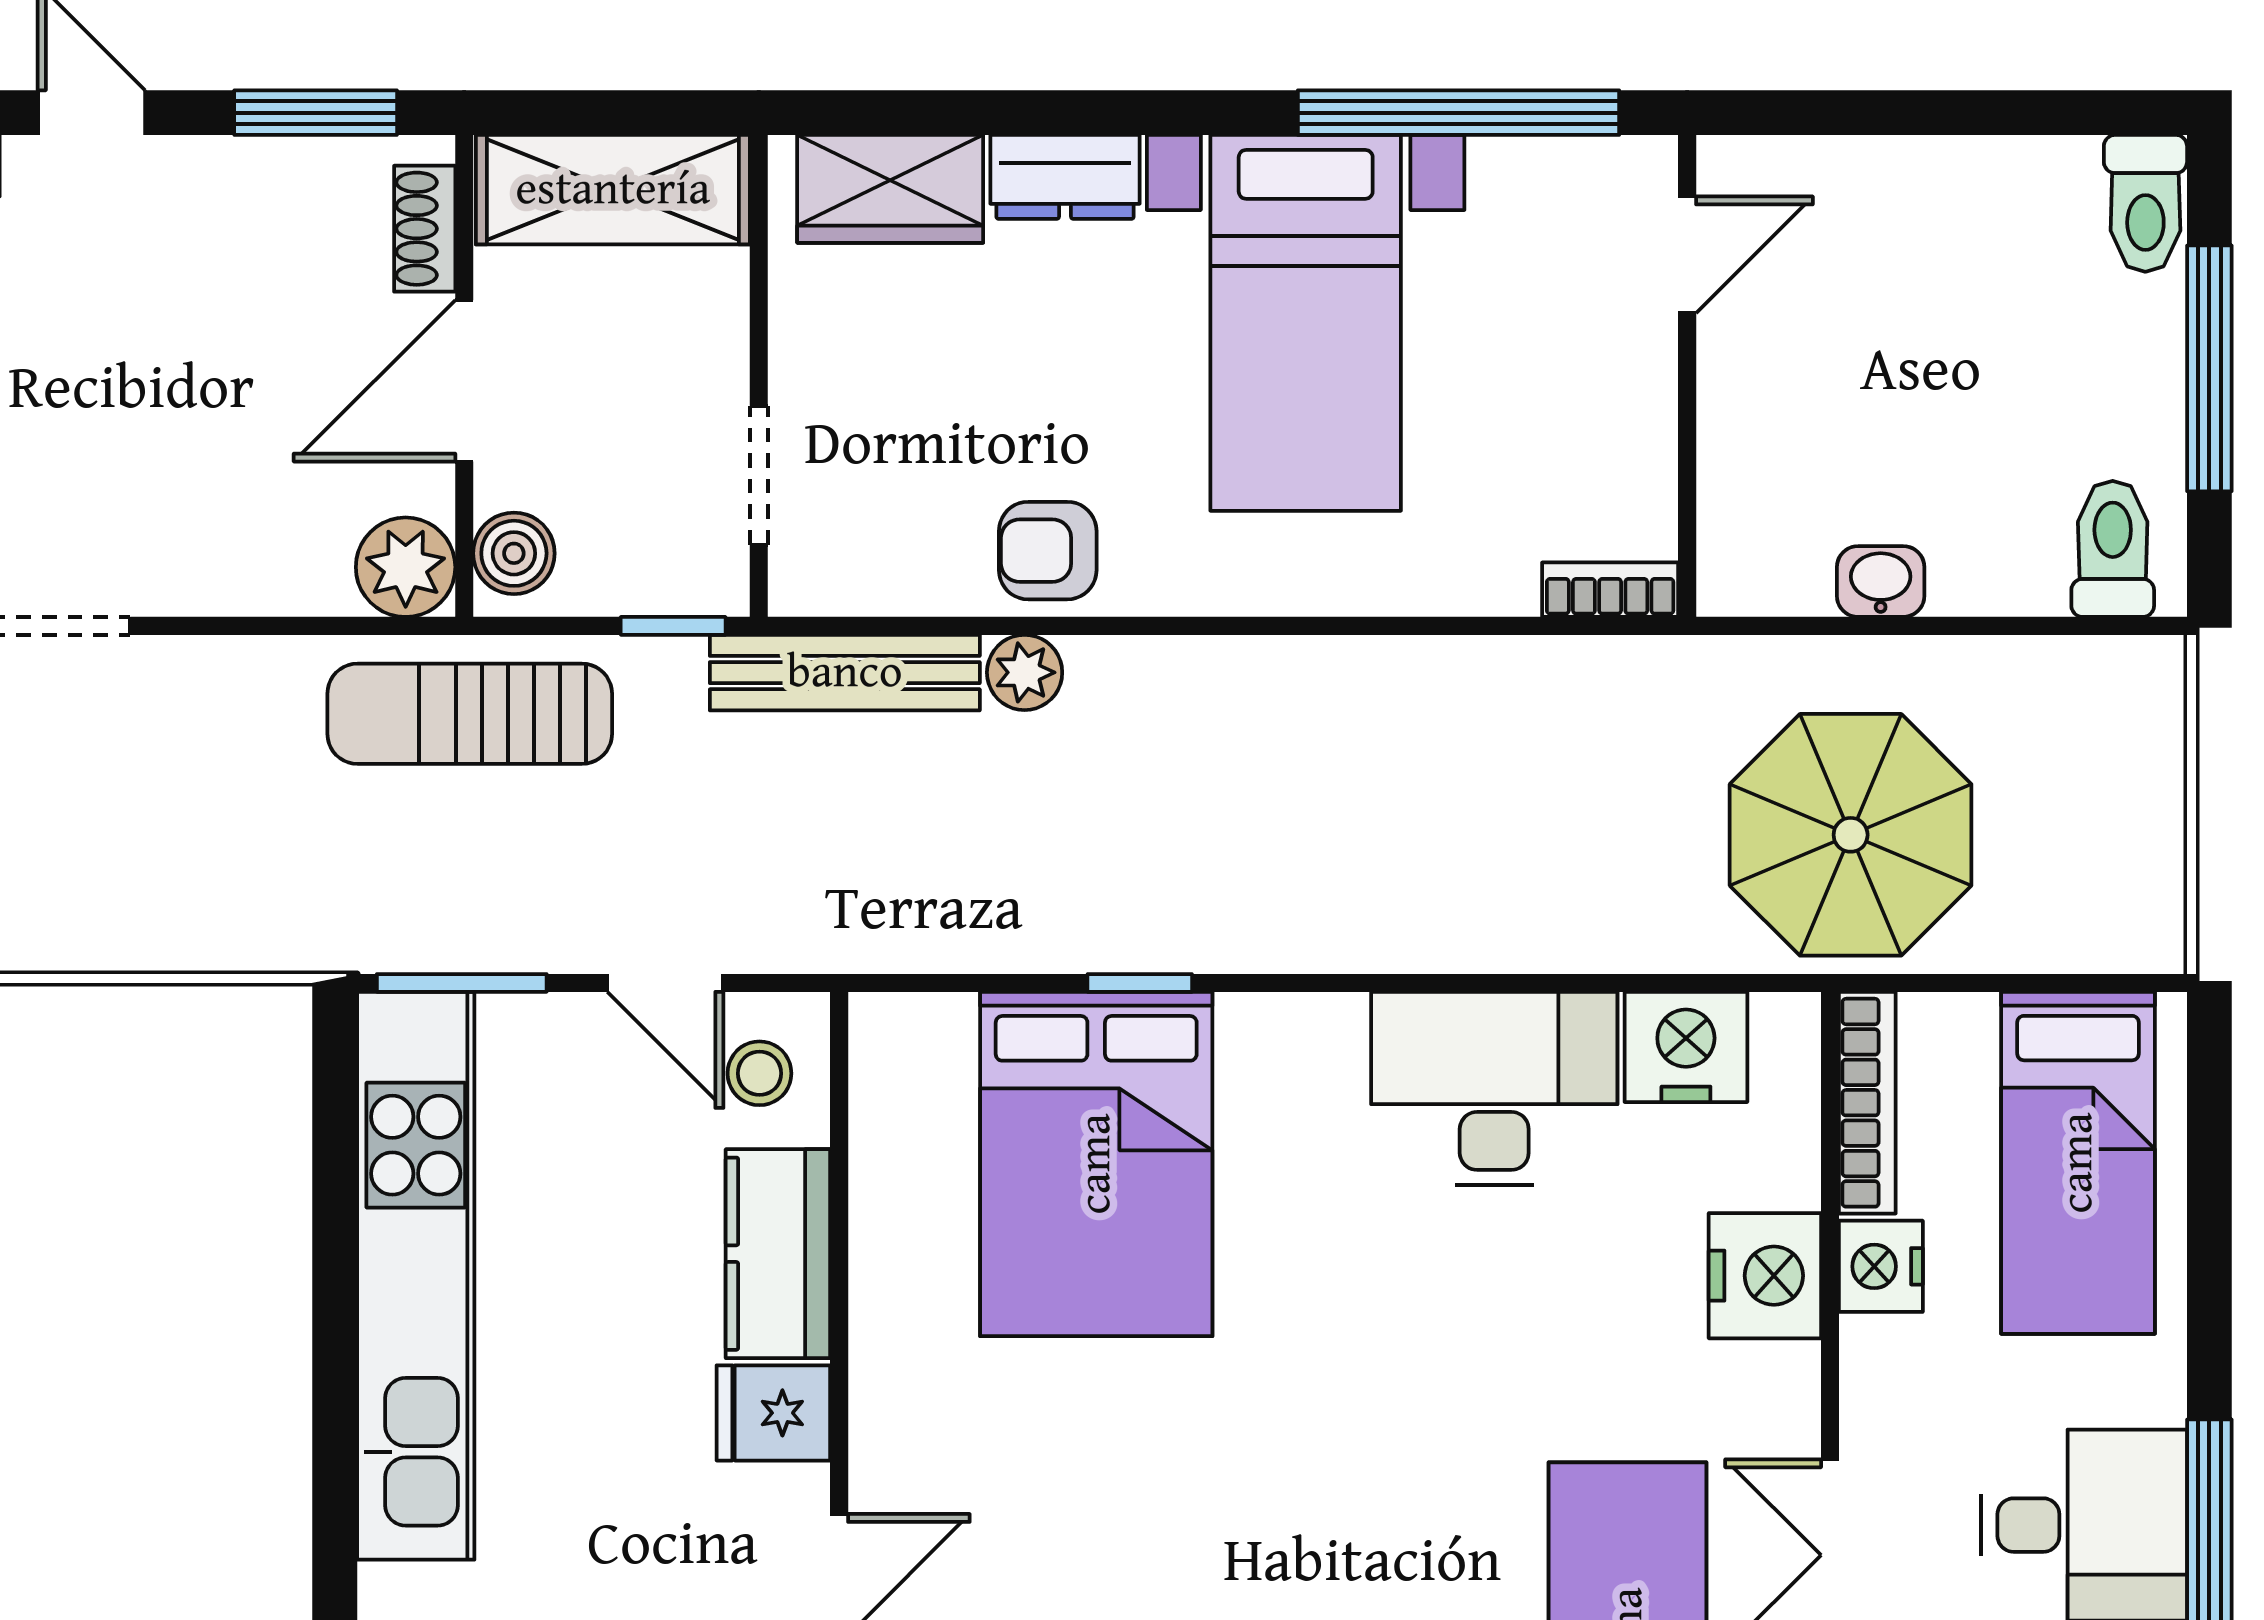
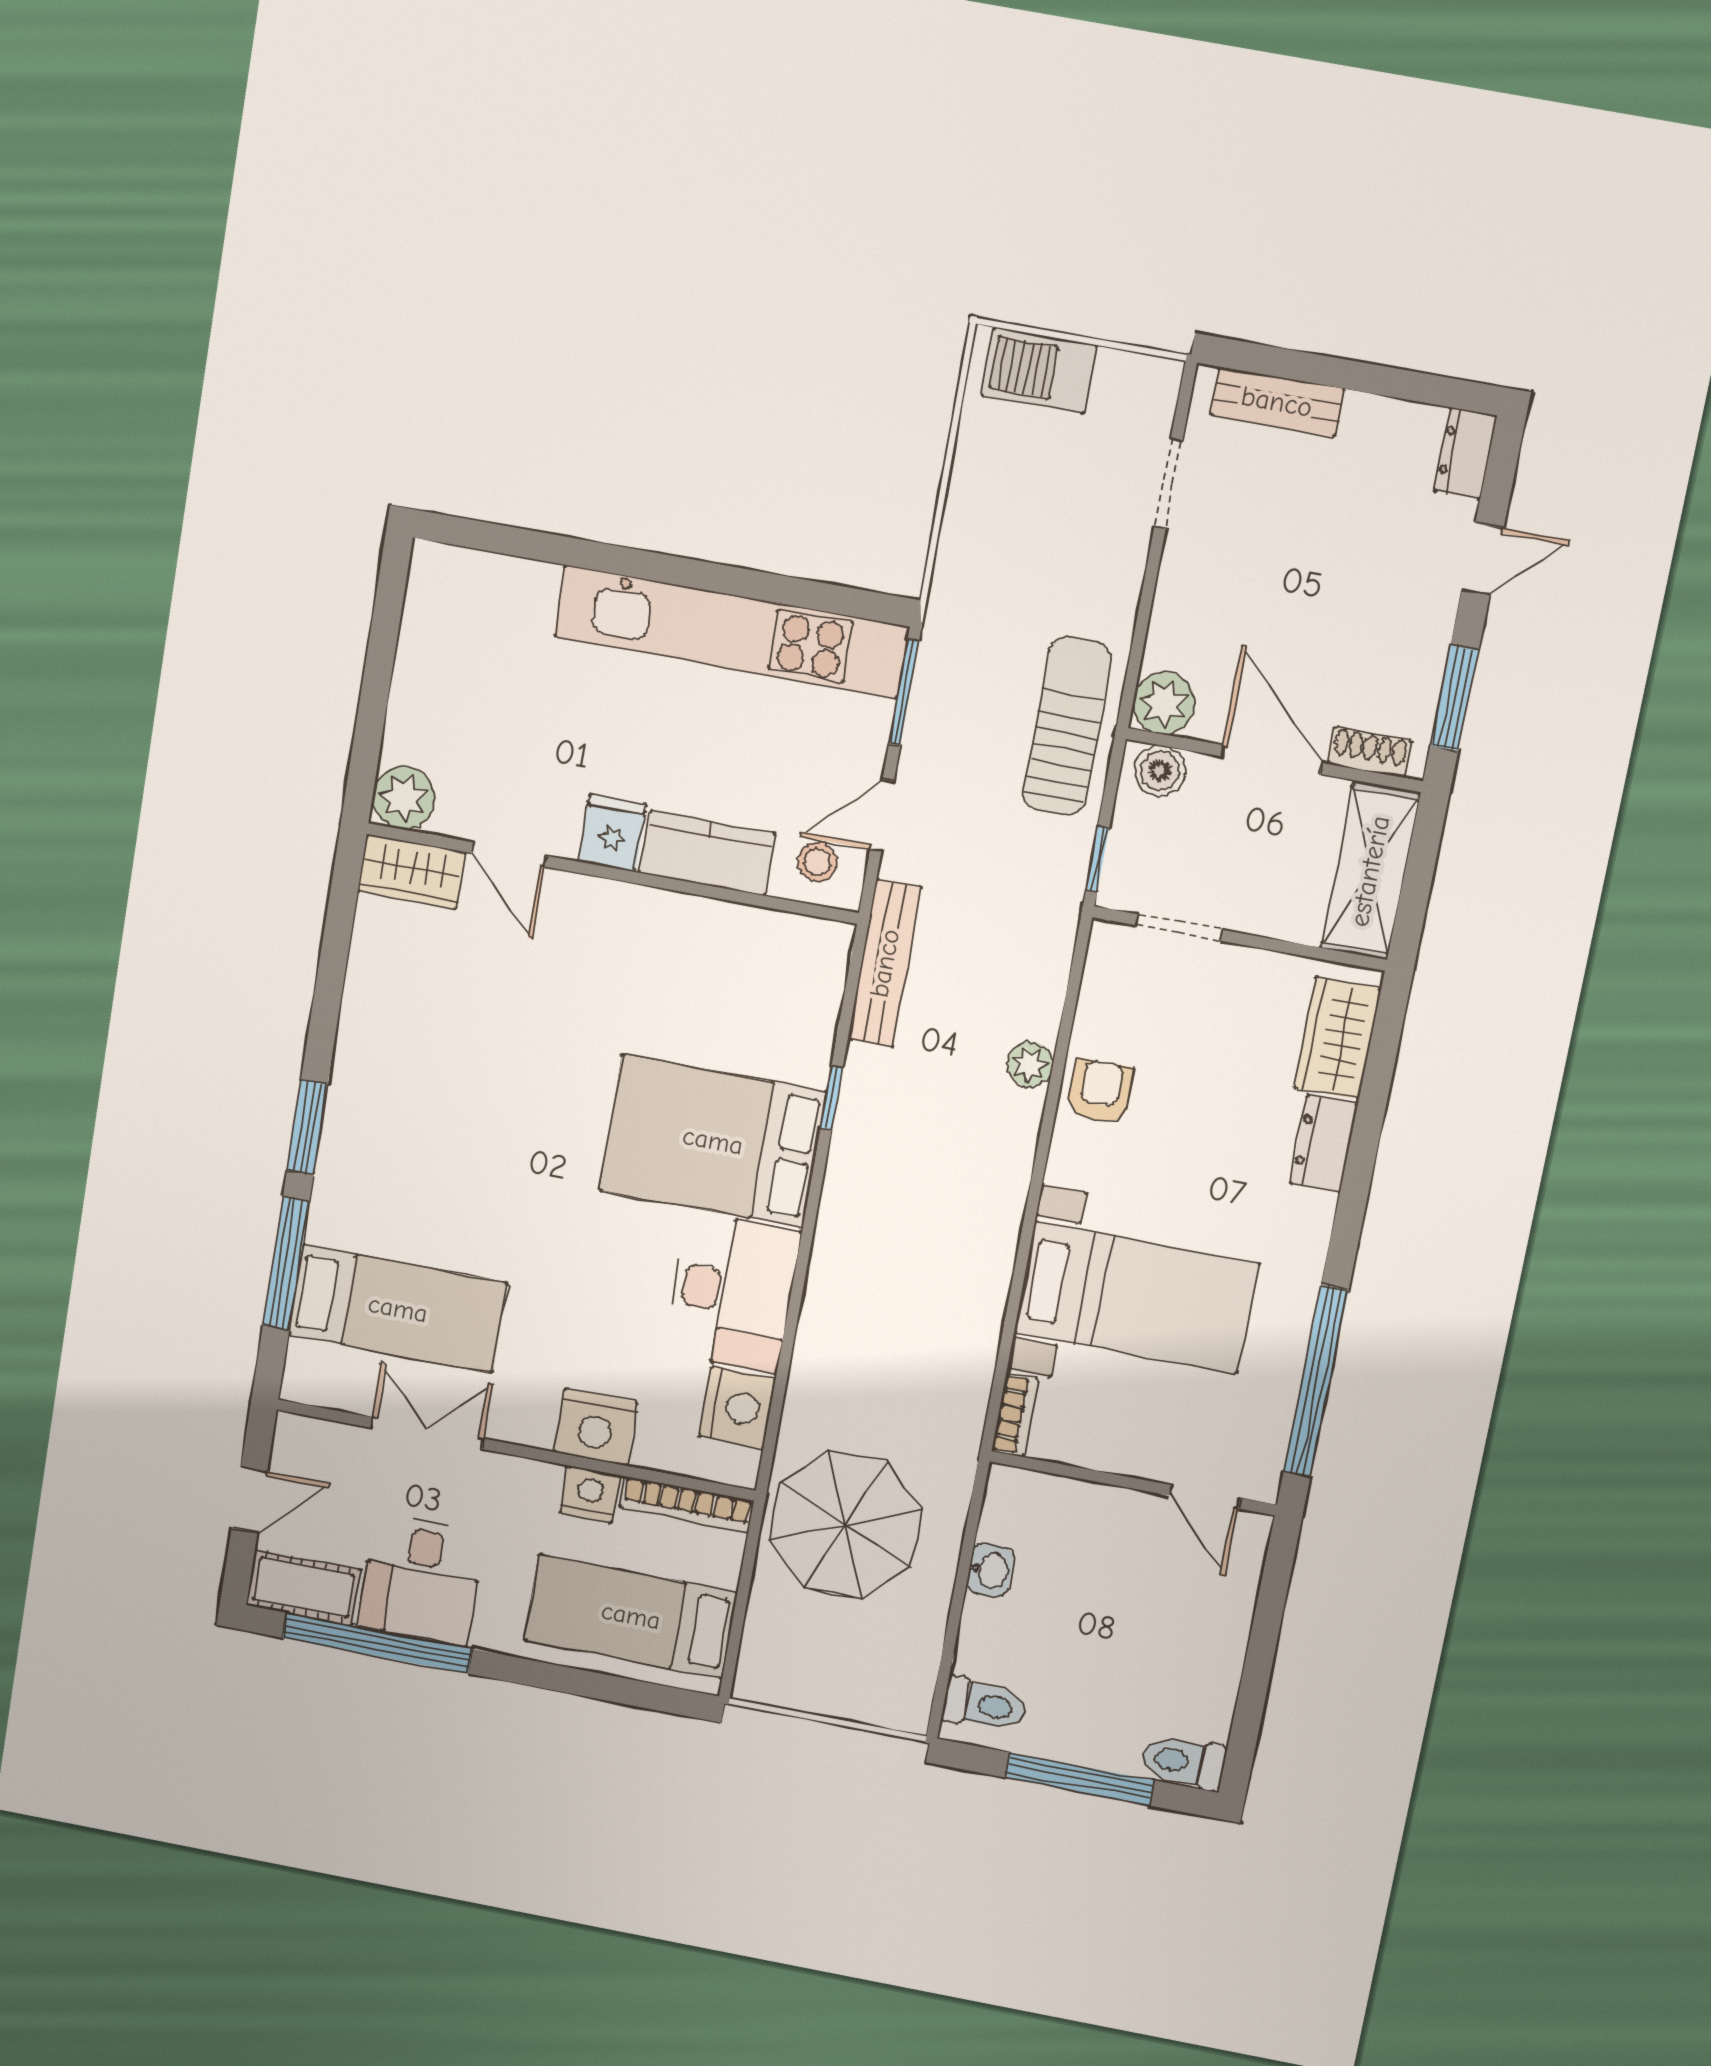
bed with nightstands: (1306, 323) -> (1136, 1298), moved, turned 180
bench: (845, 673) -> (885, 963), moved
bed: (1096, 1164) -> (713, 1141), moved

